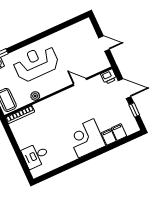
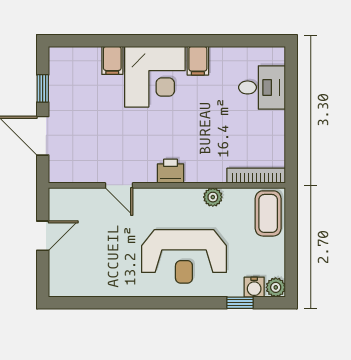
door: (104, 44) -> (43, 236), swing flipped
printer: (109, 77) -> (170, 171), moved
filing cabinet: (119, 132) -> (198, 61), moved

